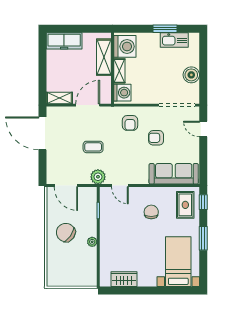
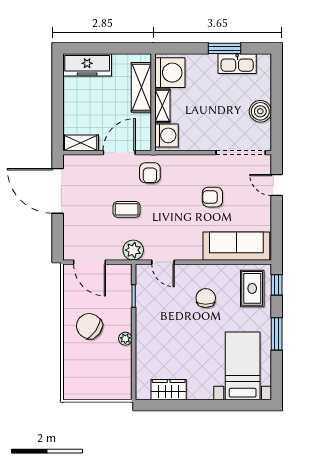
armchair: (130, 123) -> (150, 173), moved

